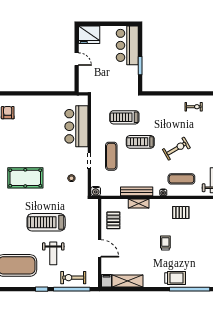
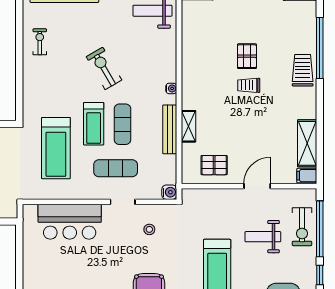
treadmill: (124, 117) -> (56, 148), width x1.37, depth x1.38
exercise mat: (181, 179) -> (122, 124), moved
pallet: (181, 213) -> (247, 56), moved
weight bench: (53, 253) -> (263, 237), moved, turned 180

